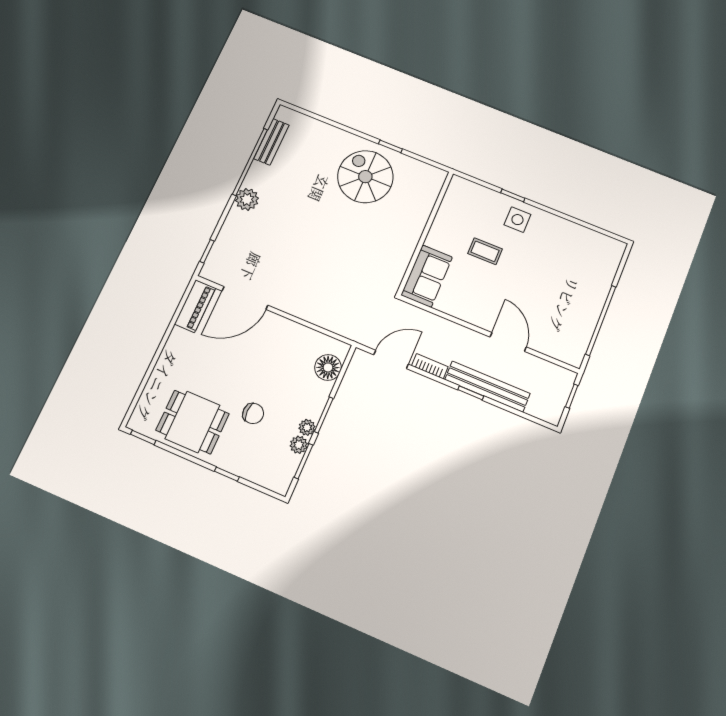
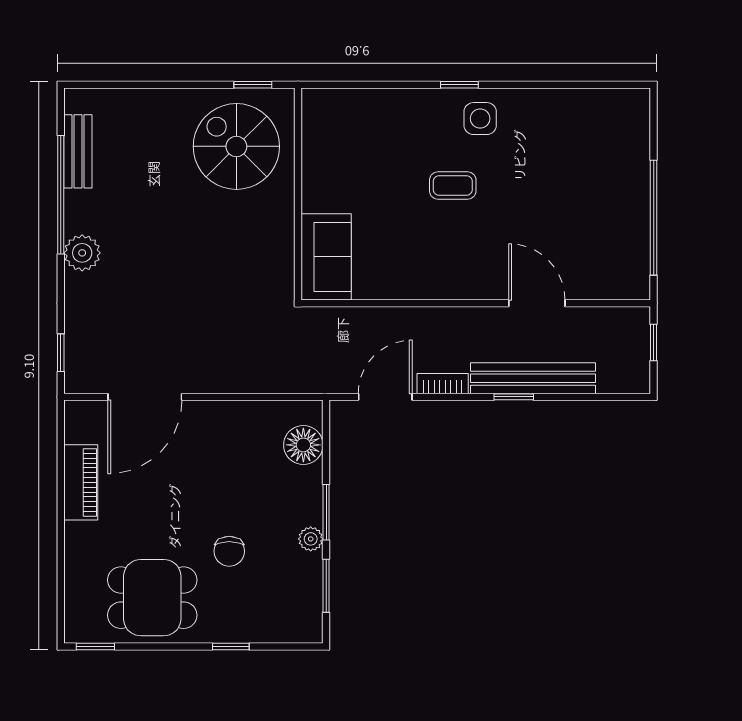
wall: (425, 233) -> (298, 194), moved
sofa: (427, 276) -> (326, 257), moved
piano: (195, 306) -> (81, 482), moved
chair: (253, 414) -> (229, 551), turned 90
plant: (299, 445) -> (310, 567), removed

